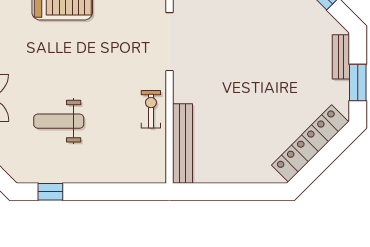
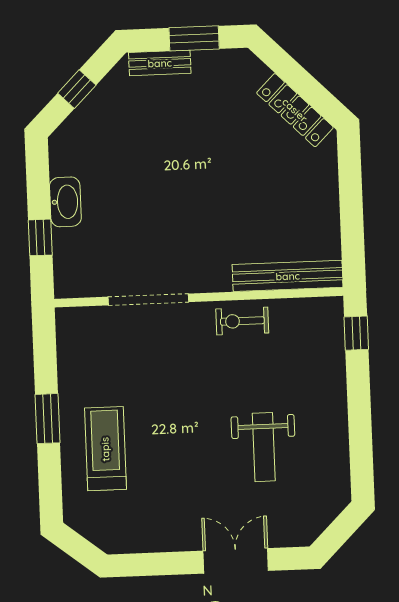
locker: (310, 143) -> (295, 110), width x0.71, depth x0.83
window: (50, 192) -> (356, 333), moved

